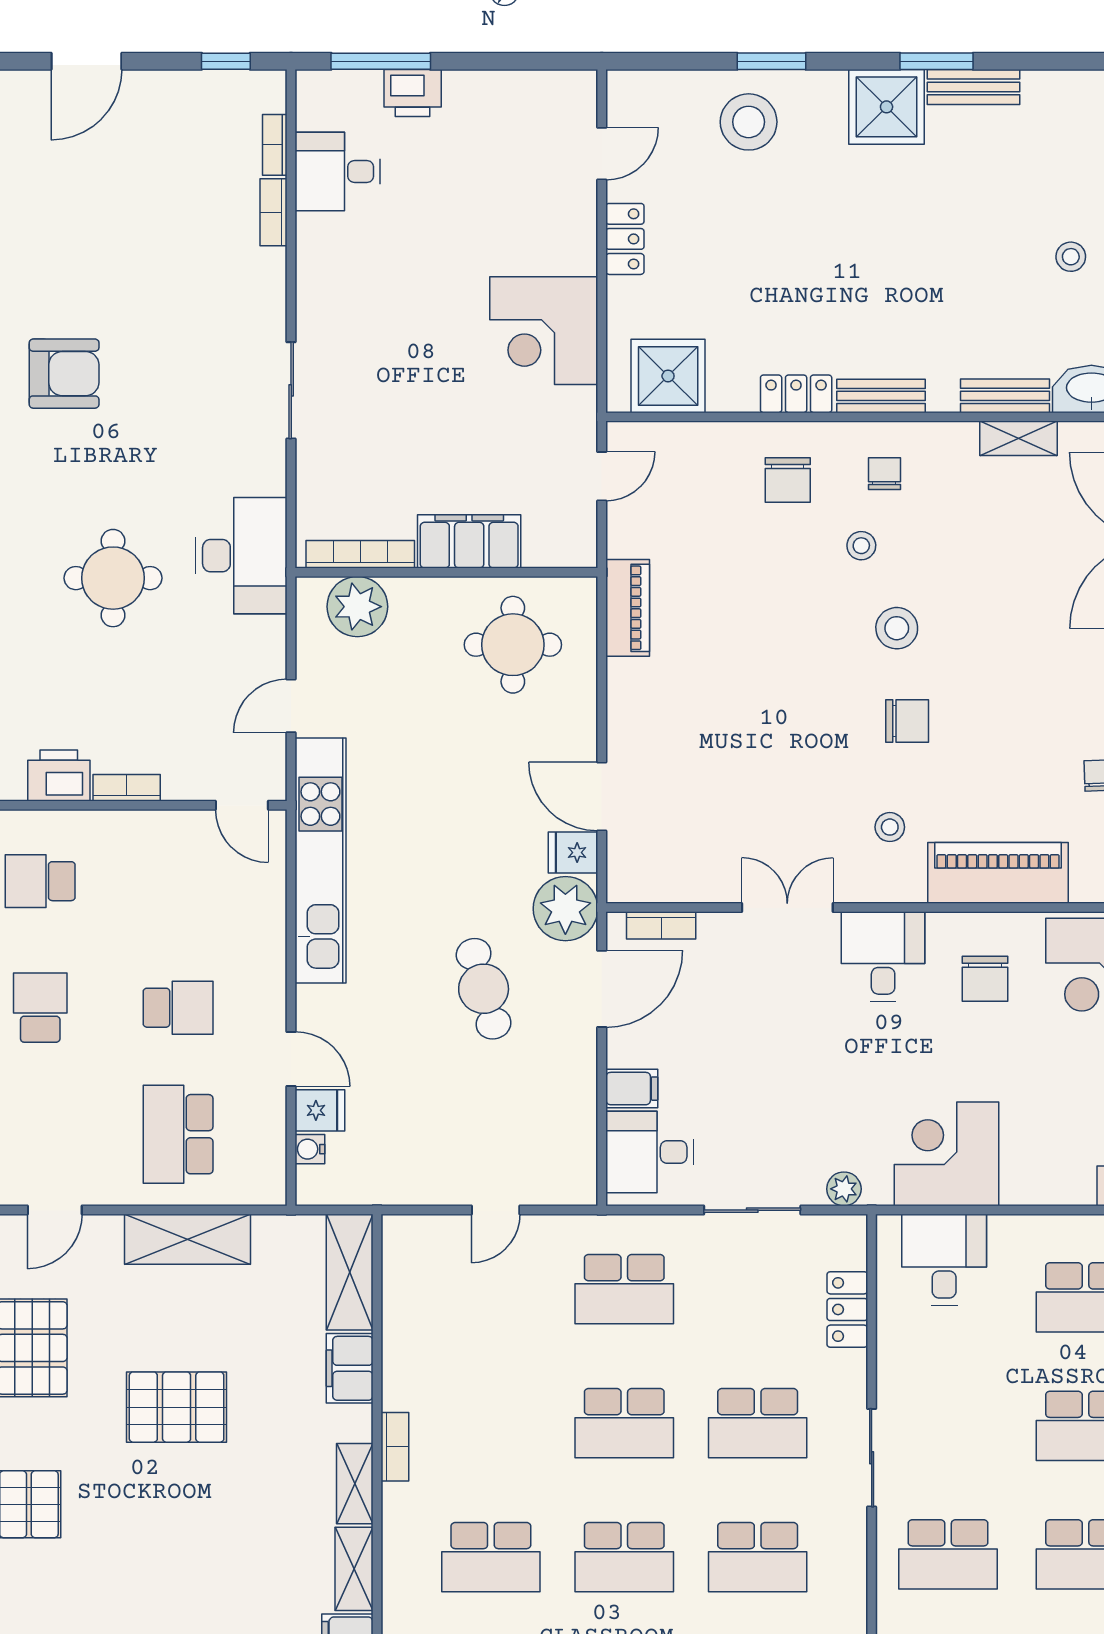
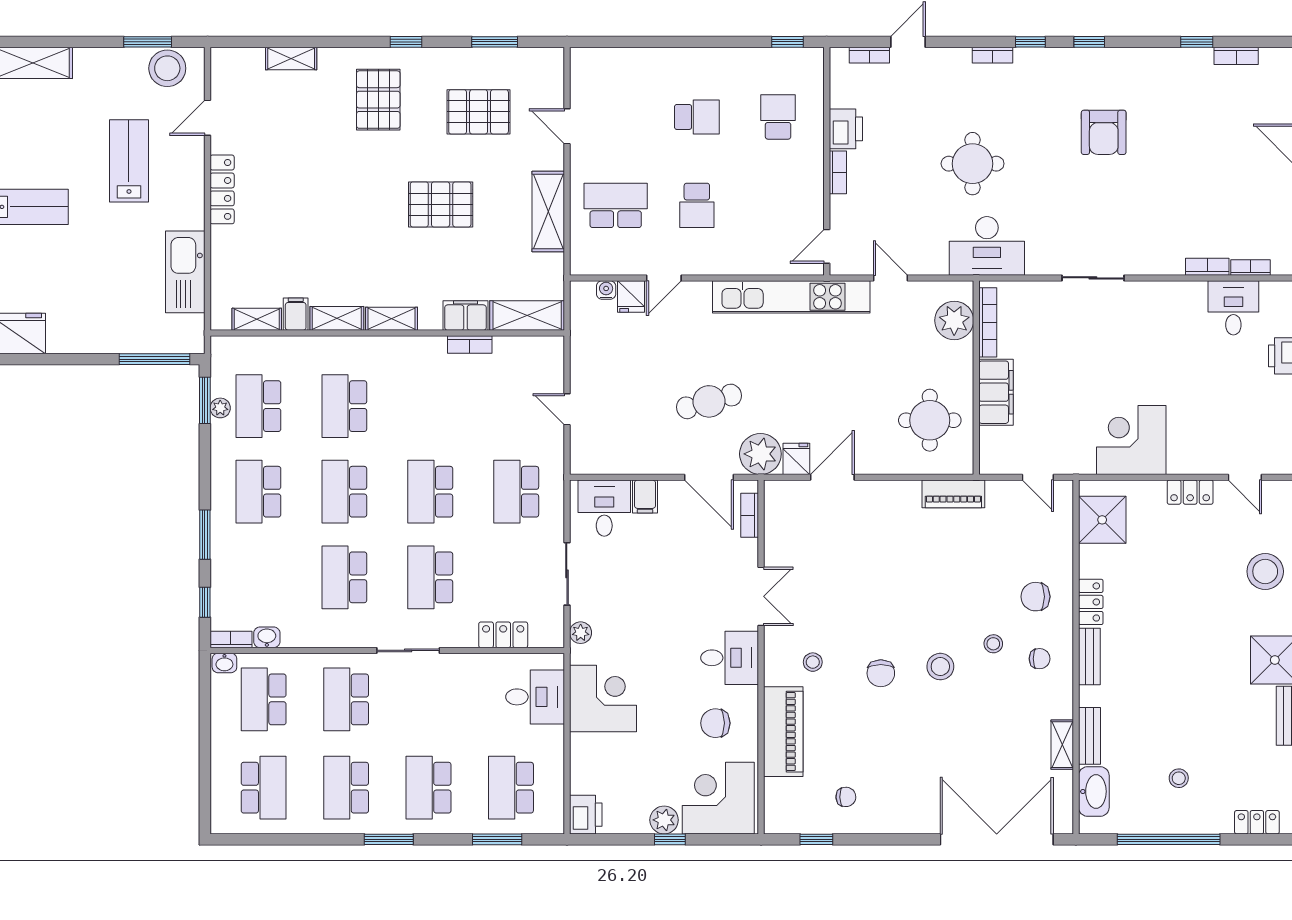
pallet: (177, 1407) -> (441, 204), turned 90
bookcase: (395, 1447) -> (470, 344), moved

